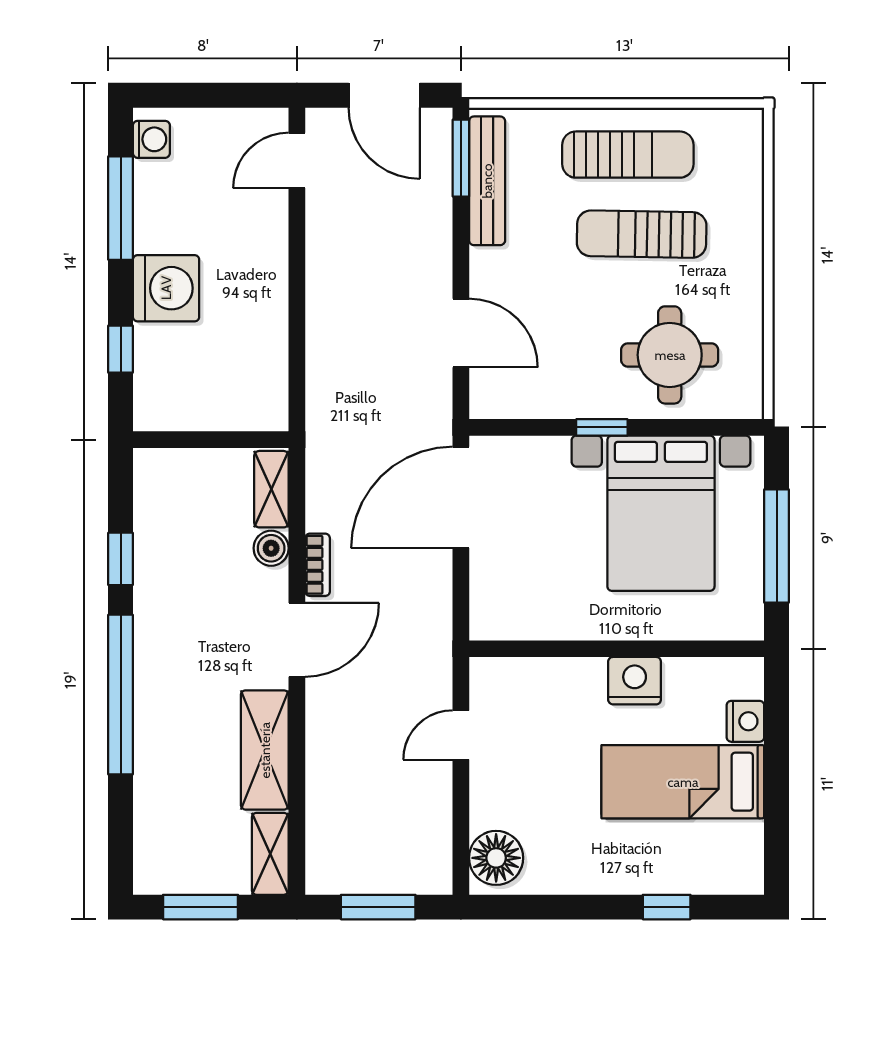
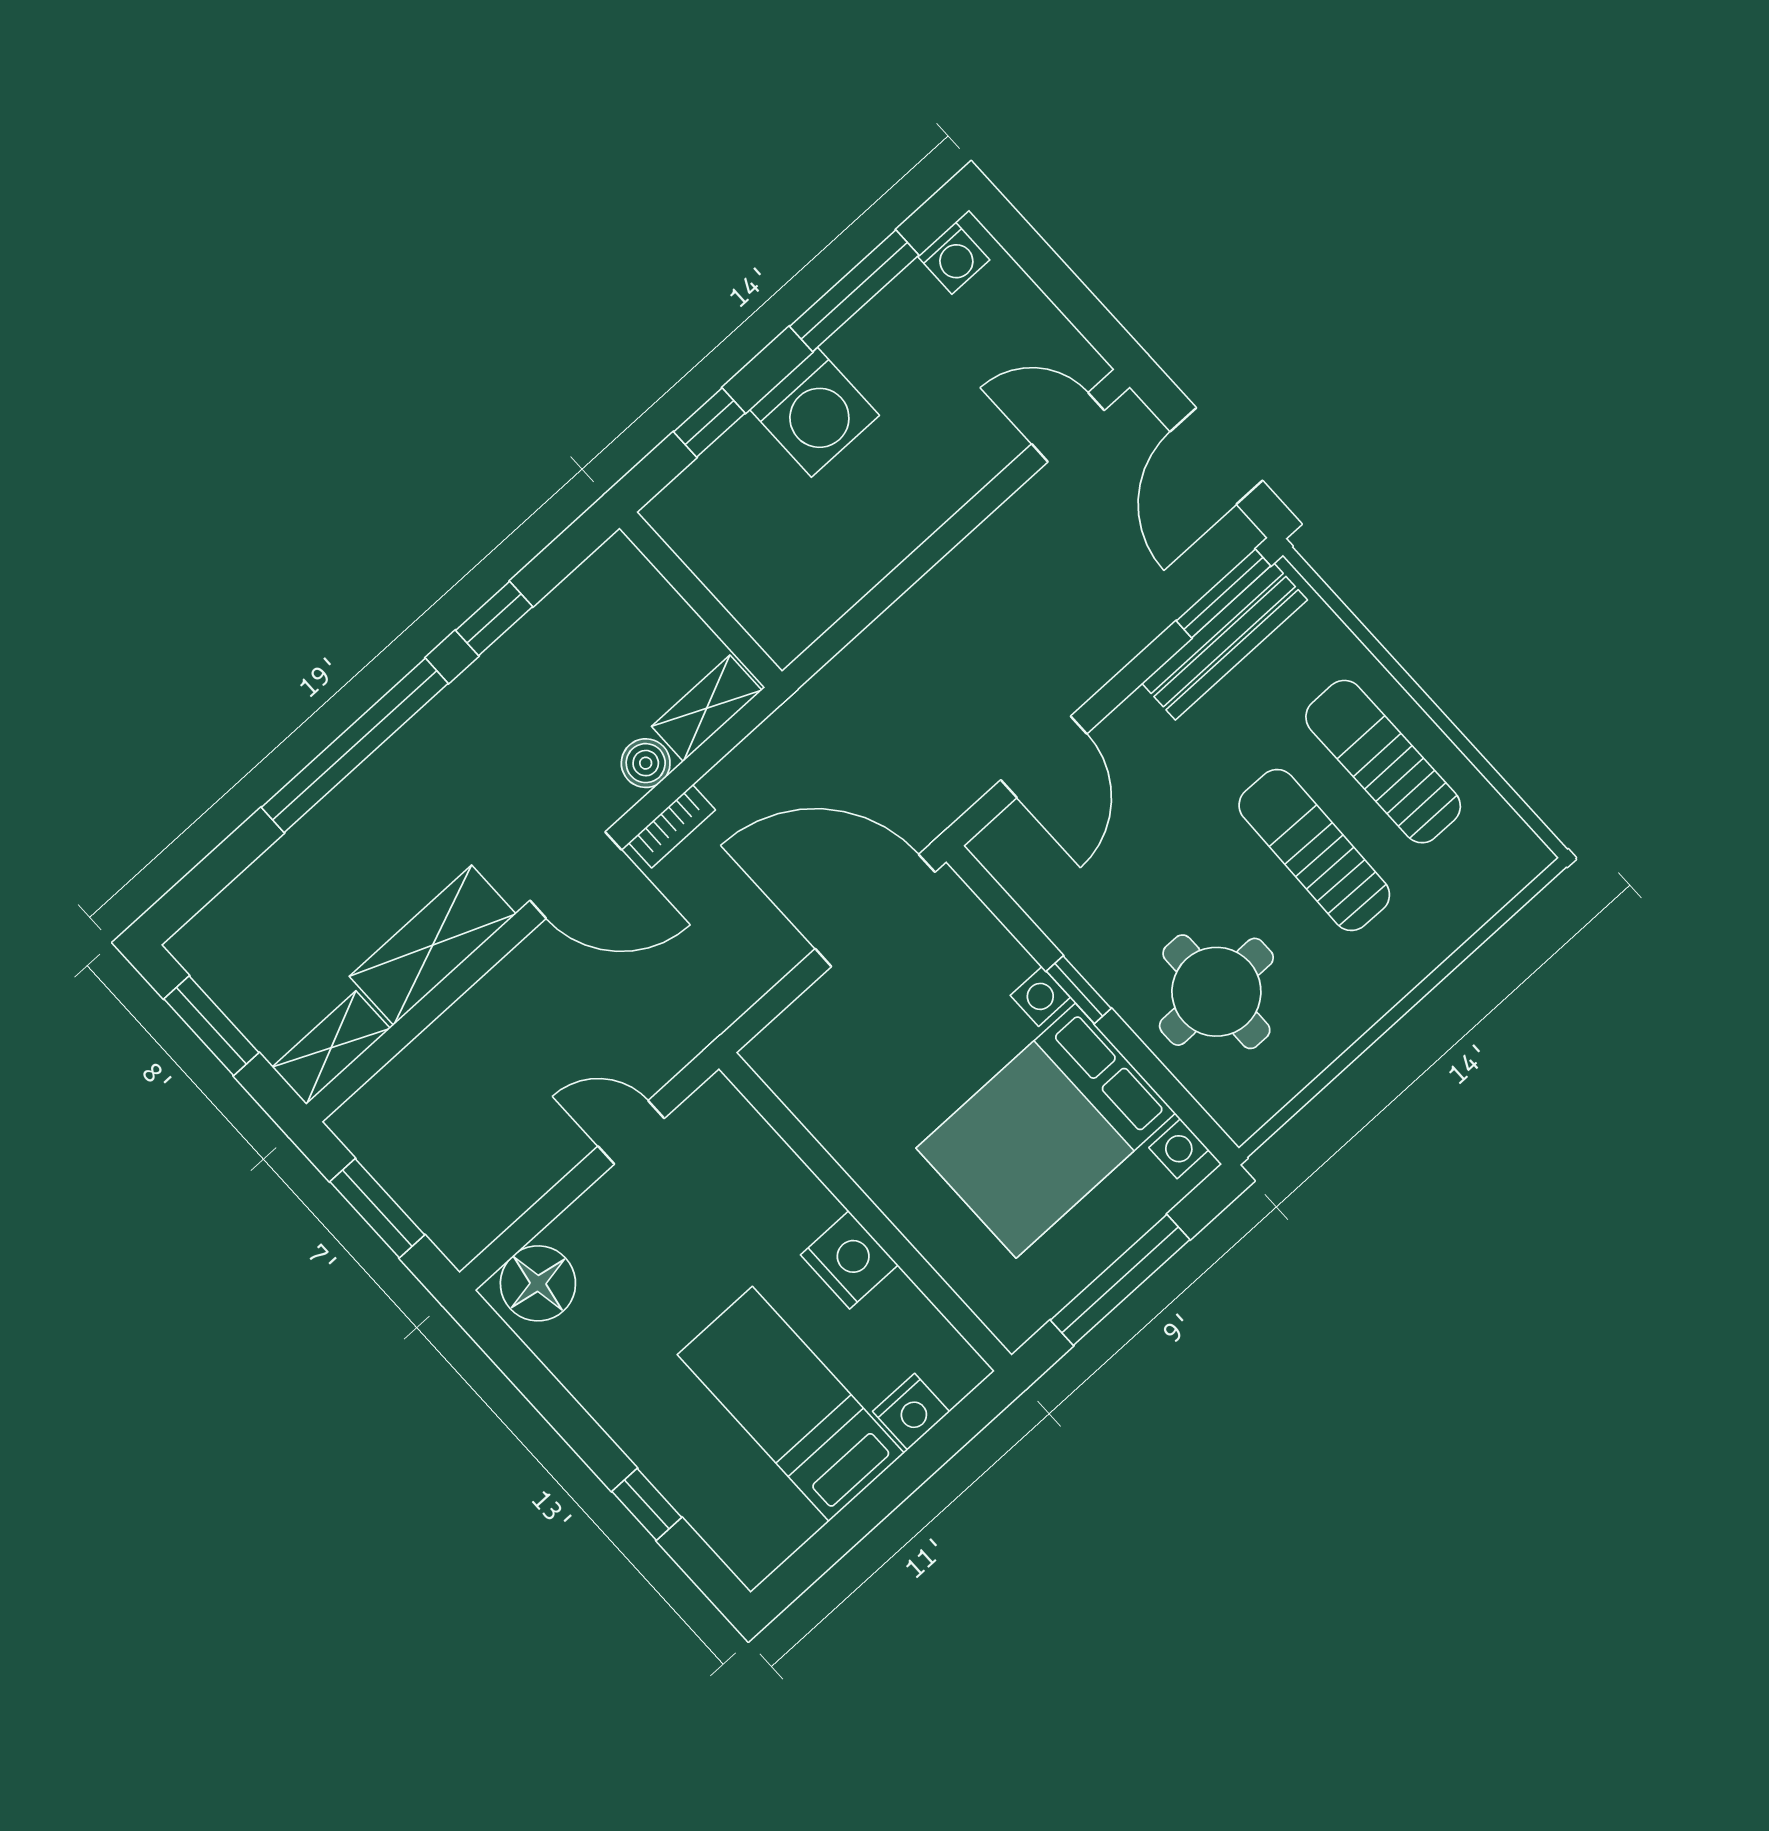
sun lounger: (628, 155) -> (1383, 762), turned 180

